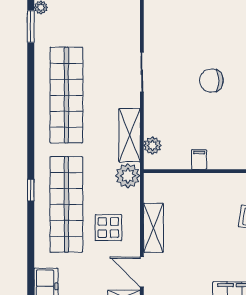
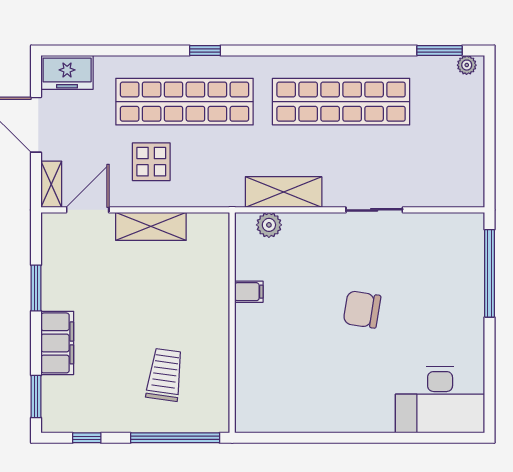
chair: (211, 81) -> (362, 309), turned -81
plant: (128, 176) -> (226, 190), removed

